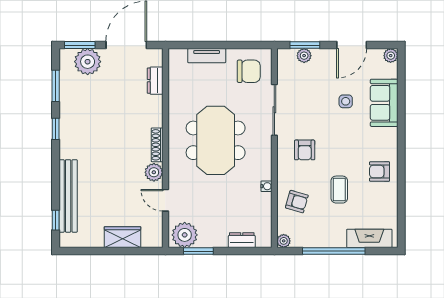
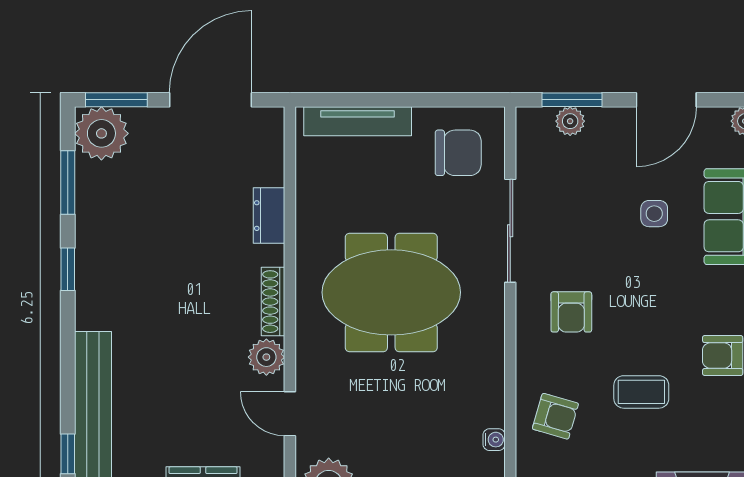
tv unit: (207, 56) -> (358, 121), width x1.41
plant: (88, 62) -> (101, 133), moved
dresser: (155, 81) -> (269, 216), moved
meeting table: (216, 140) -> (391, 292), turned 90
water cooler: (266, 186) -> (494, 440), moved
coffee table: (339, 190) -> (641, 392), turned 90

